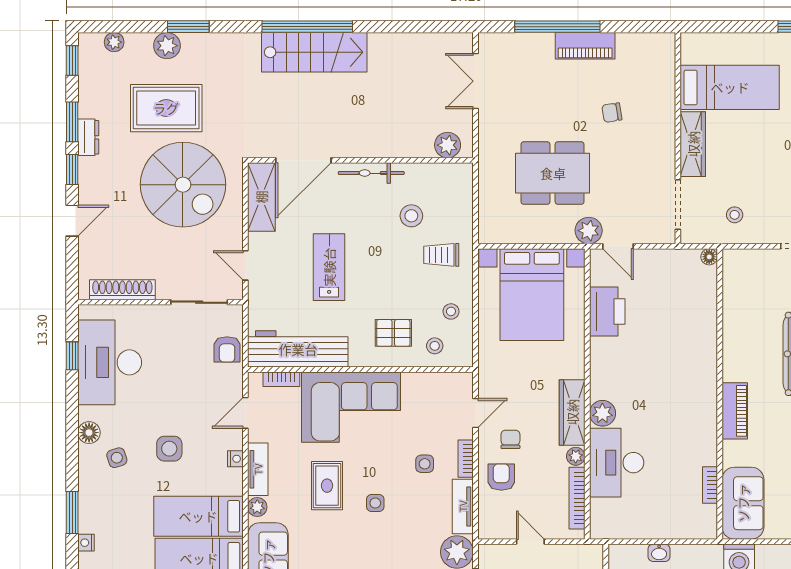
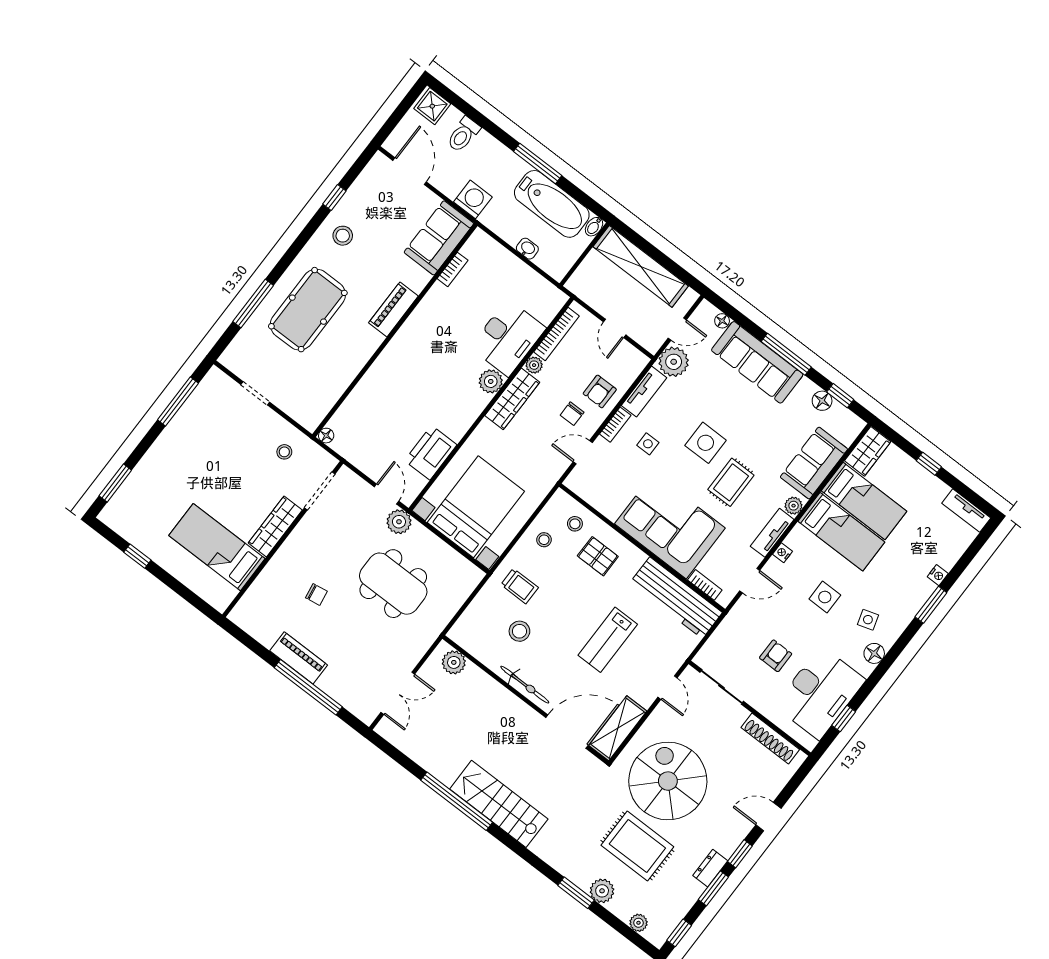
window: (307, 27) -> (457, 801), moved
armchair: (227, 349) -> (776, 656), moved
side table: (375, 503) -> (706, 443), width x1.87, depth x1.87

